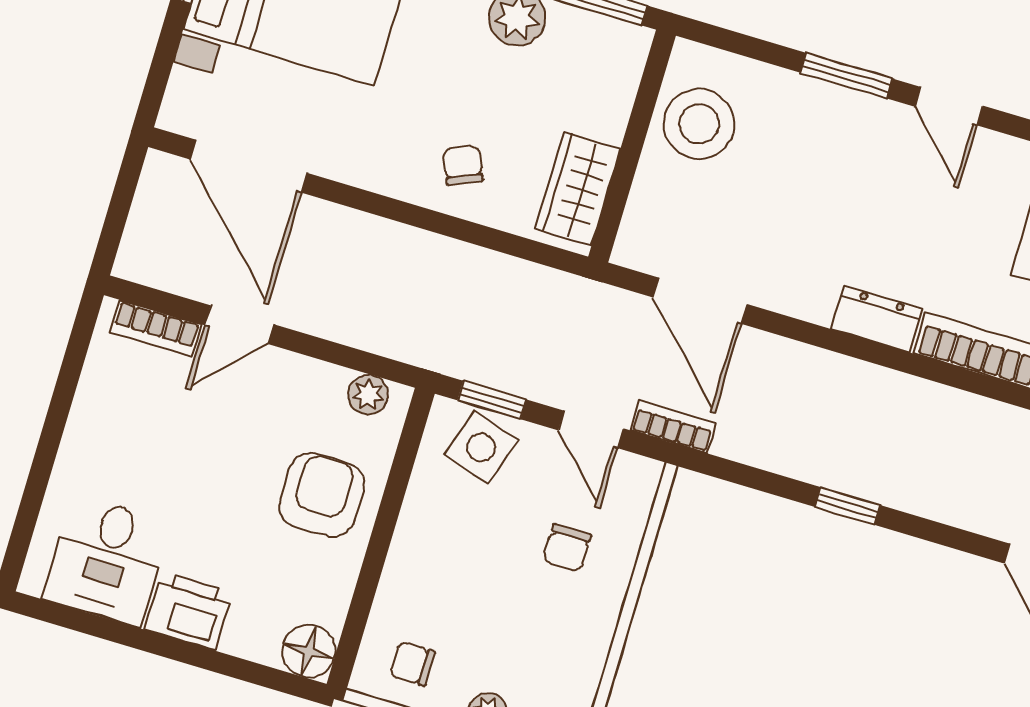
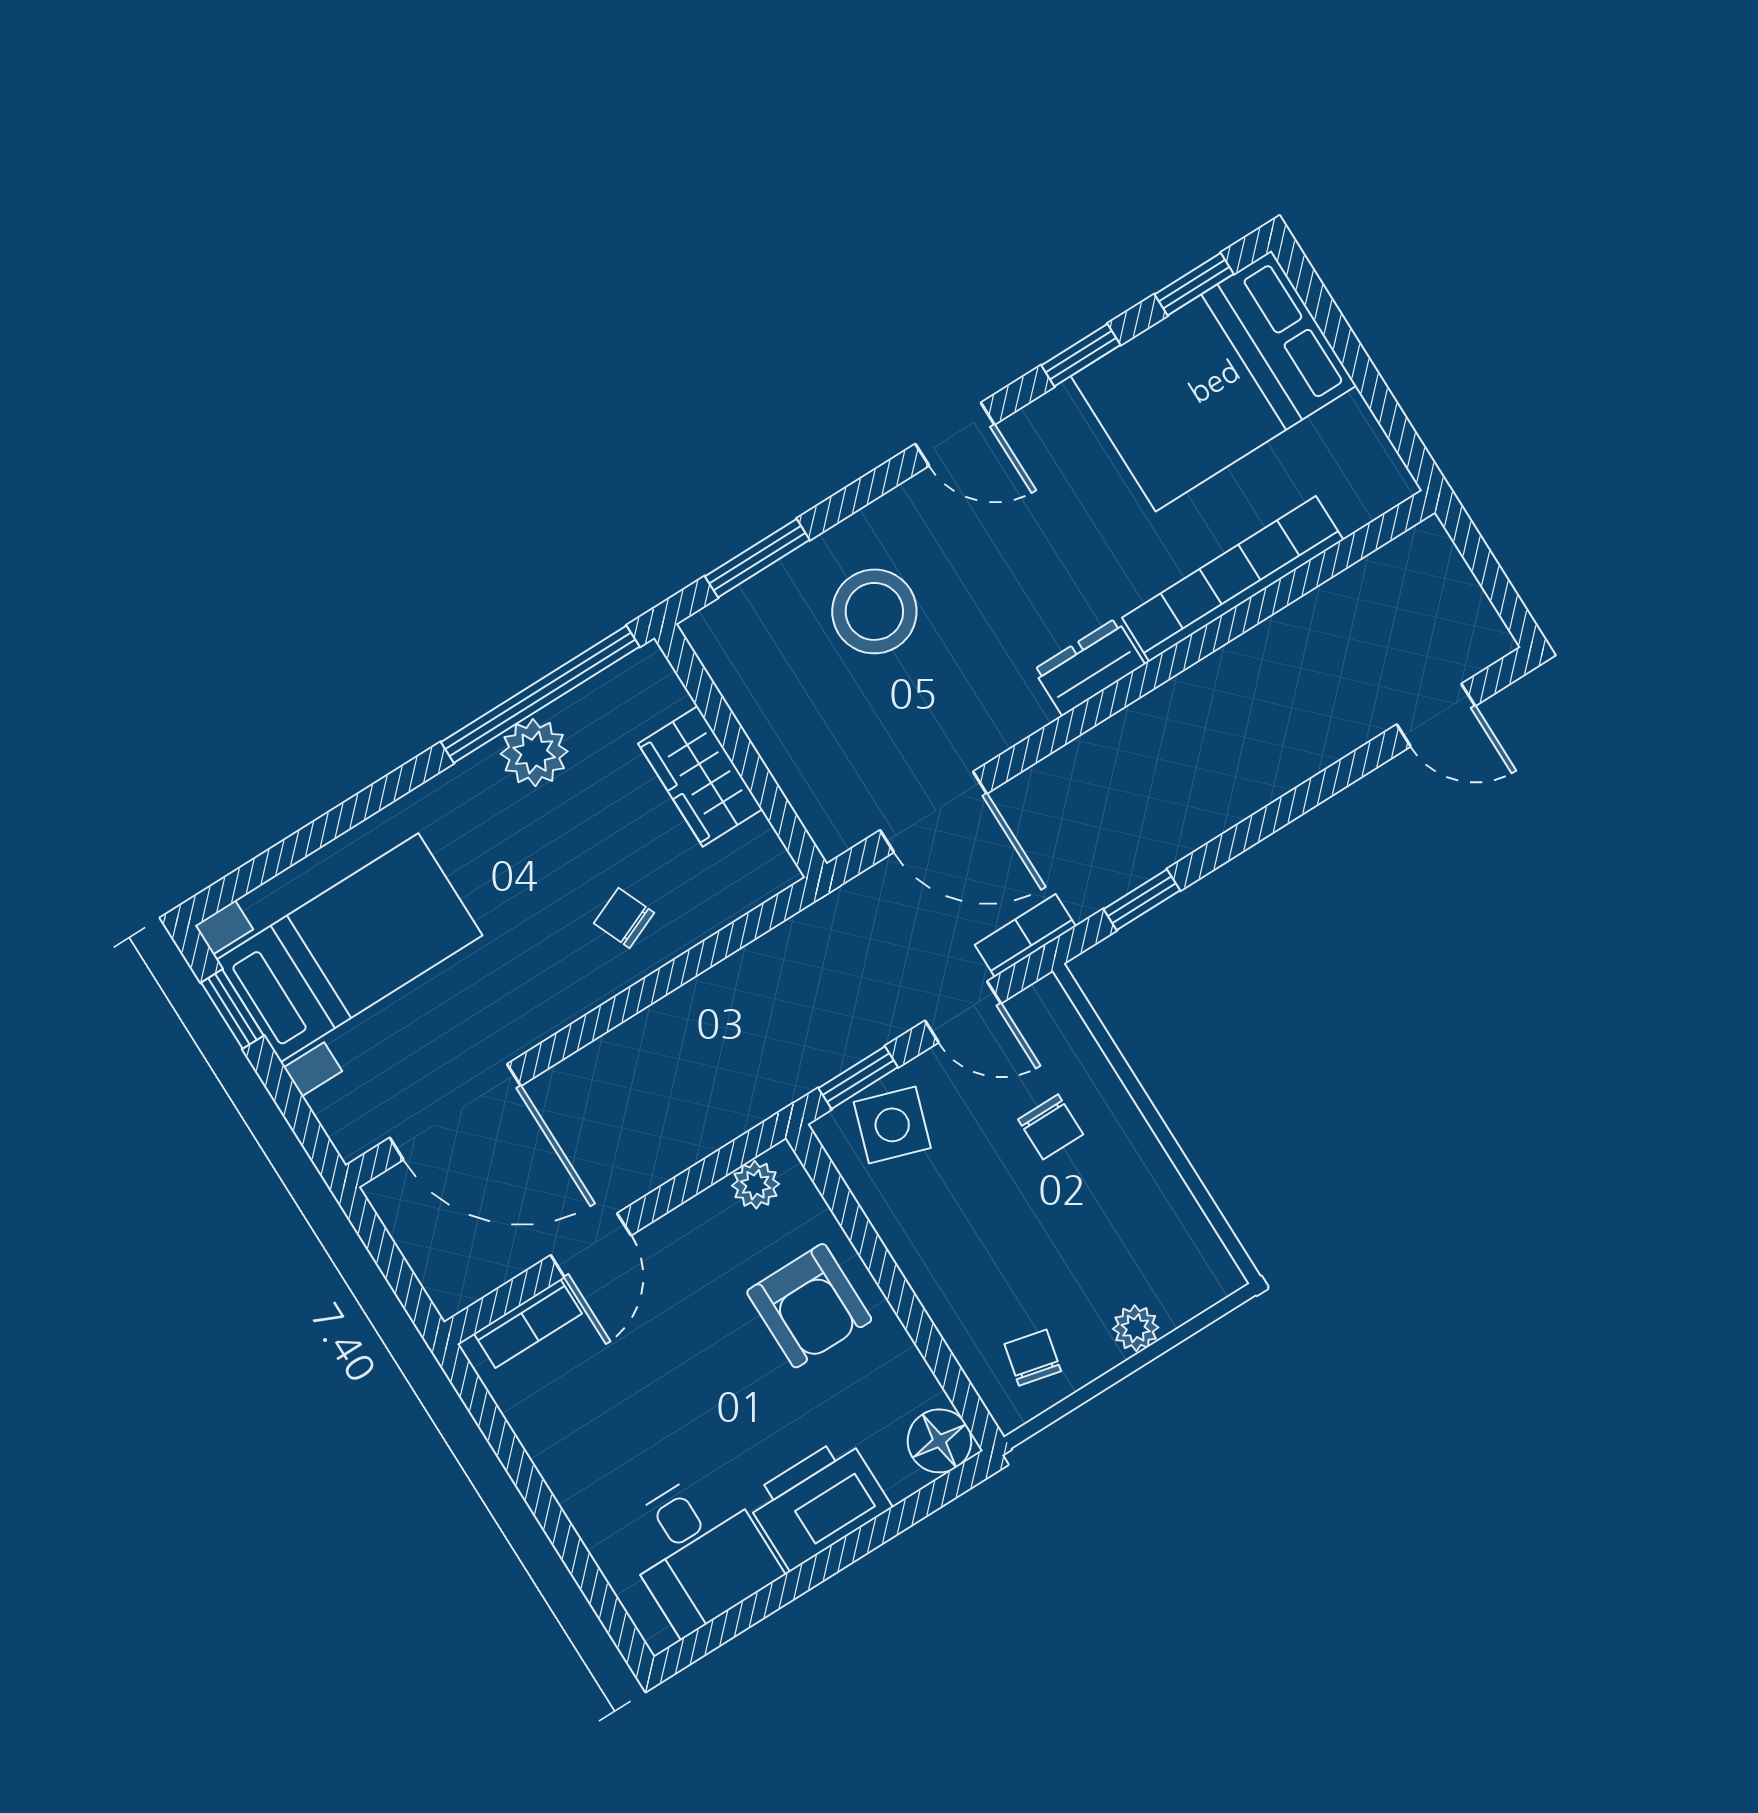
window: (846, 76) -> (757, 558), moved
stool: (699, 124) -> (874, 611), moved
wardrobe: (578, 189) -> (700, 776), moved
armchair: (322, 495) -> (809, 1306), turned 180
window: (848, 506) -> (1142, 900), moved
printer: (188, 611) -> (818, 1503), width x1.37, depth x1.19
chair: (412, 664) -> (1033, 1358), turned 103

